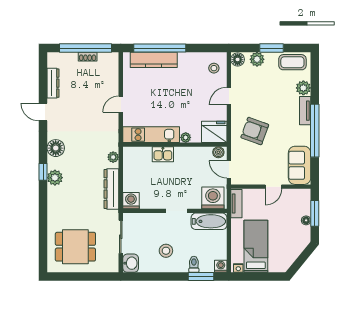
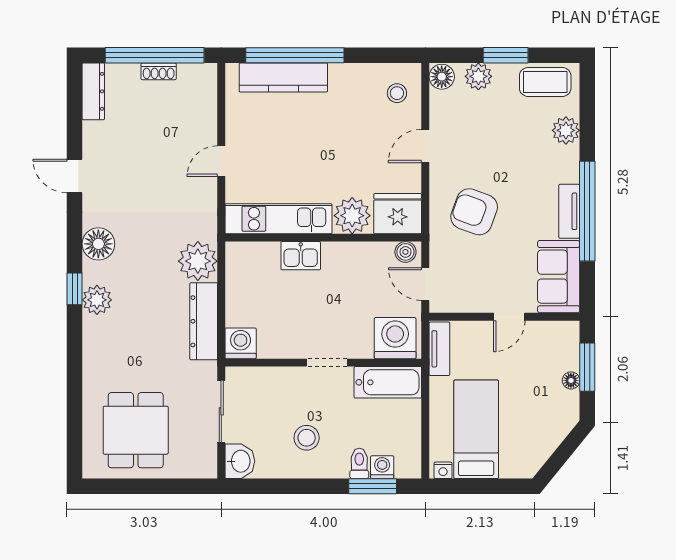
dresser: (53, 83) -> (93, 91), moved
tv unit: (305, 111) -> (569, 211), moved
plant: (186, 137) -> (352, 216), width x1.88, depth x1.88
plant: (113, 157) -> (198, 261), width x1.87, depth x1.87
dining table: (75, 247) -> (136, 430), turned 90
washing machine: (221, 266) -> (382, 467), moved

